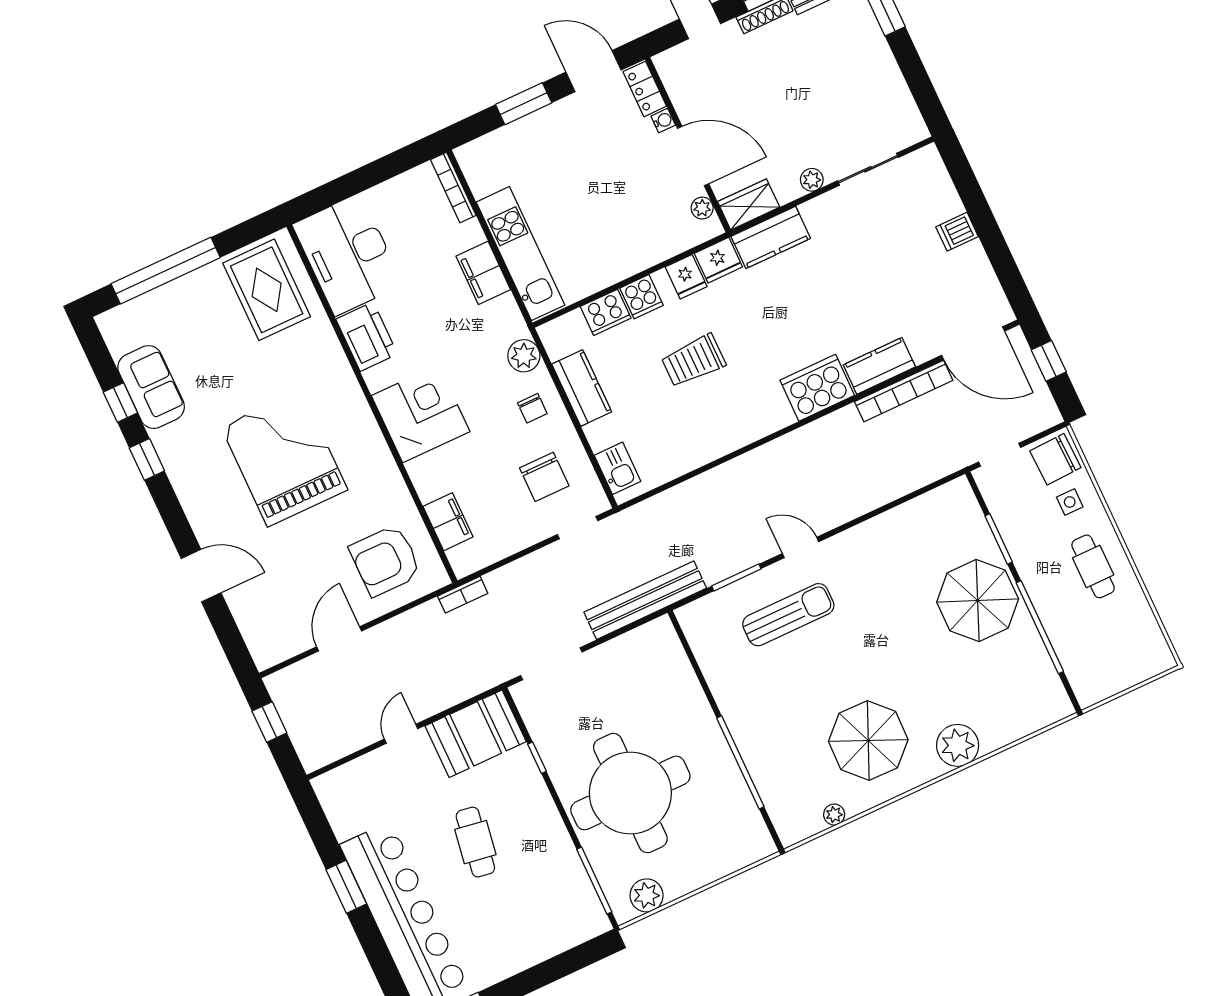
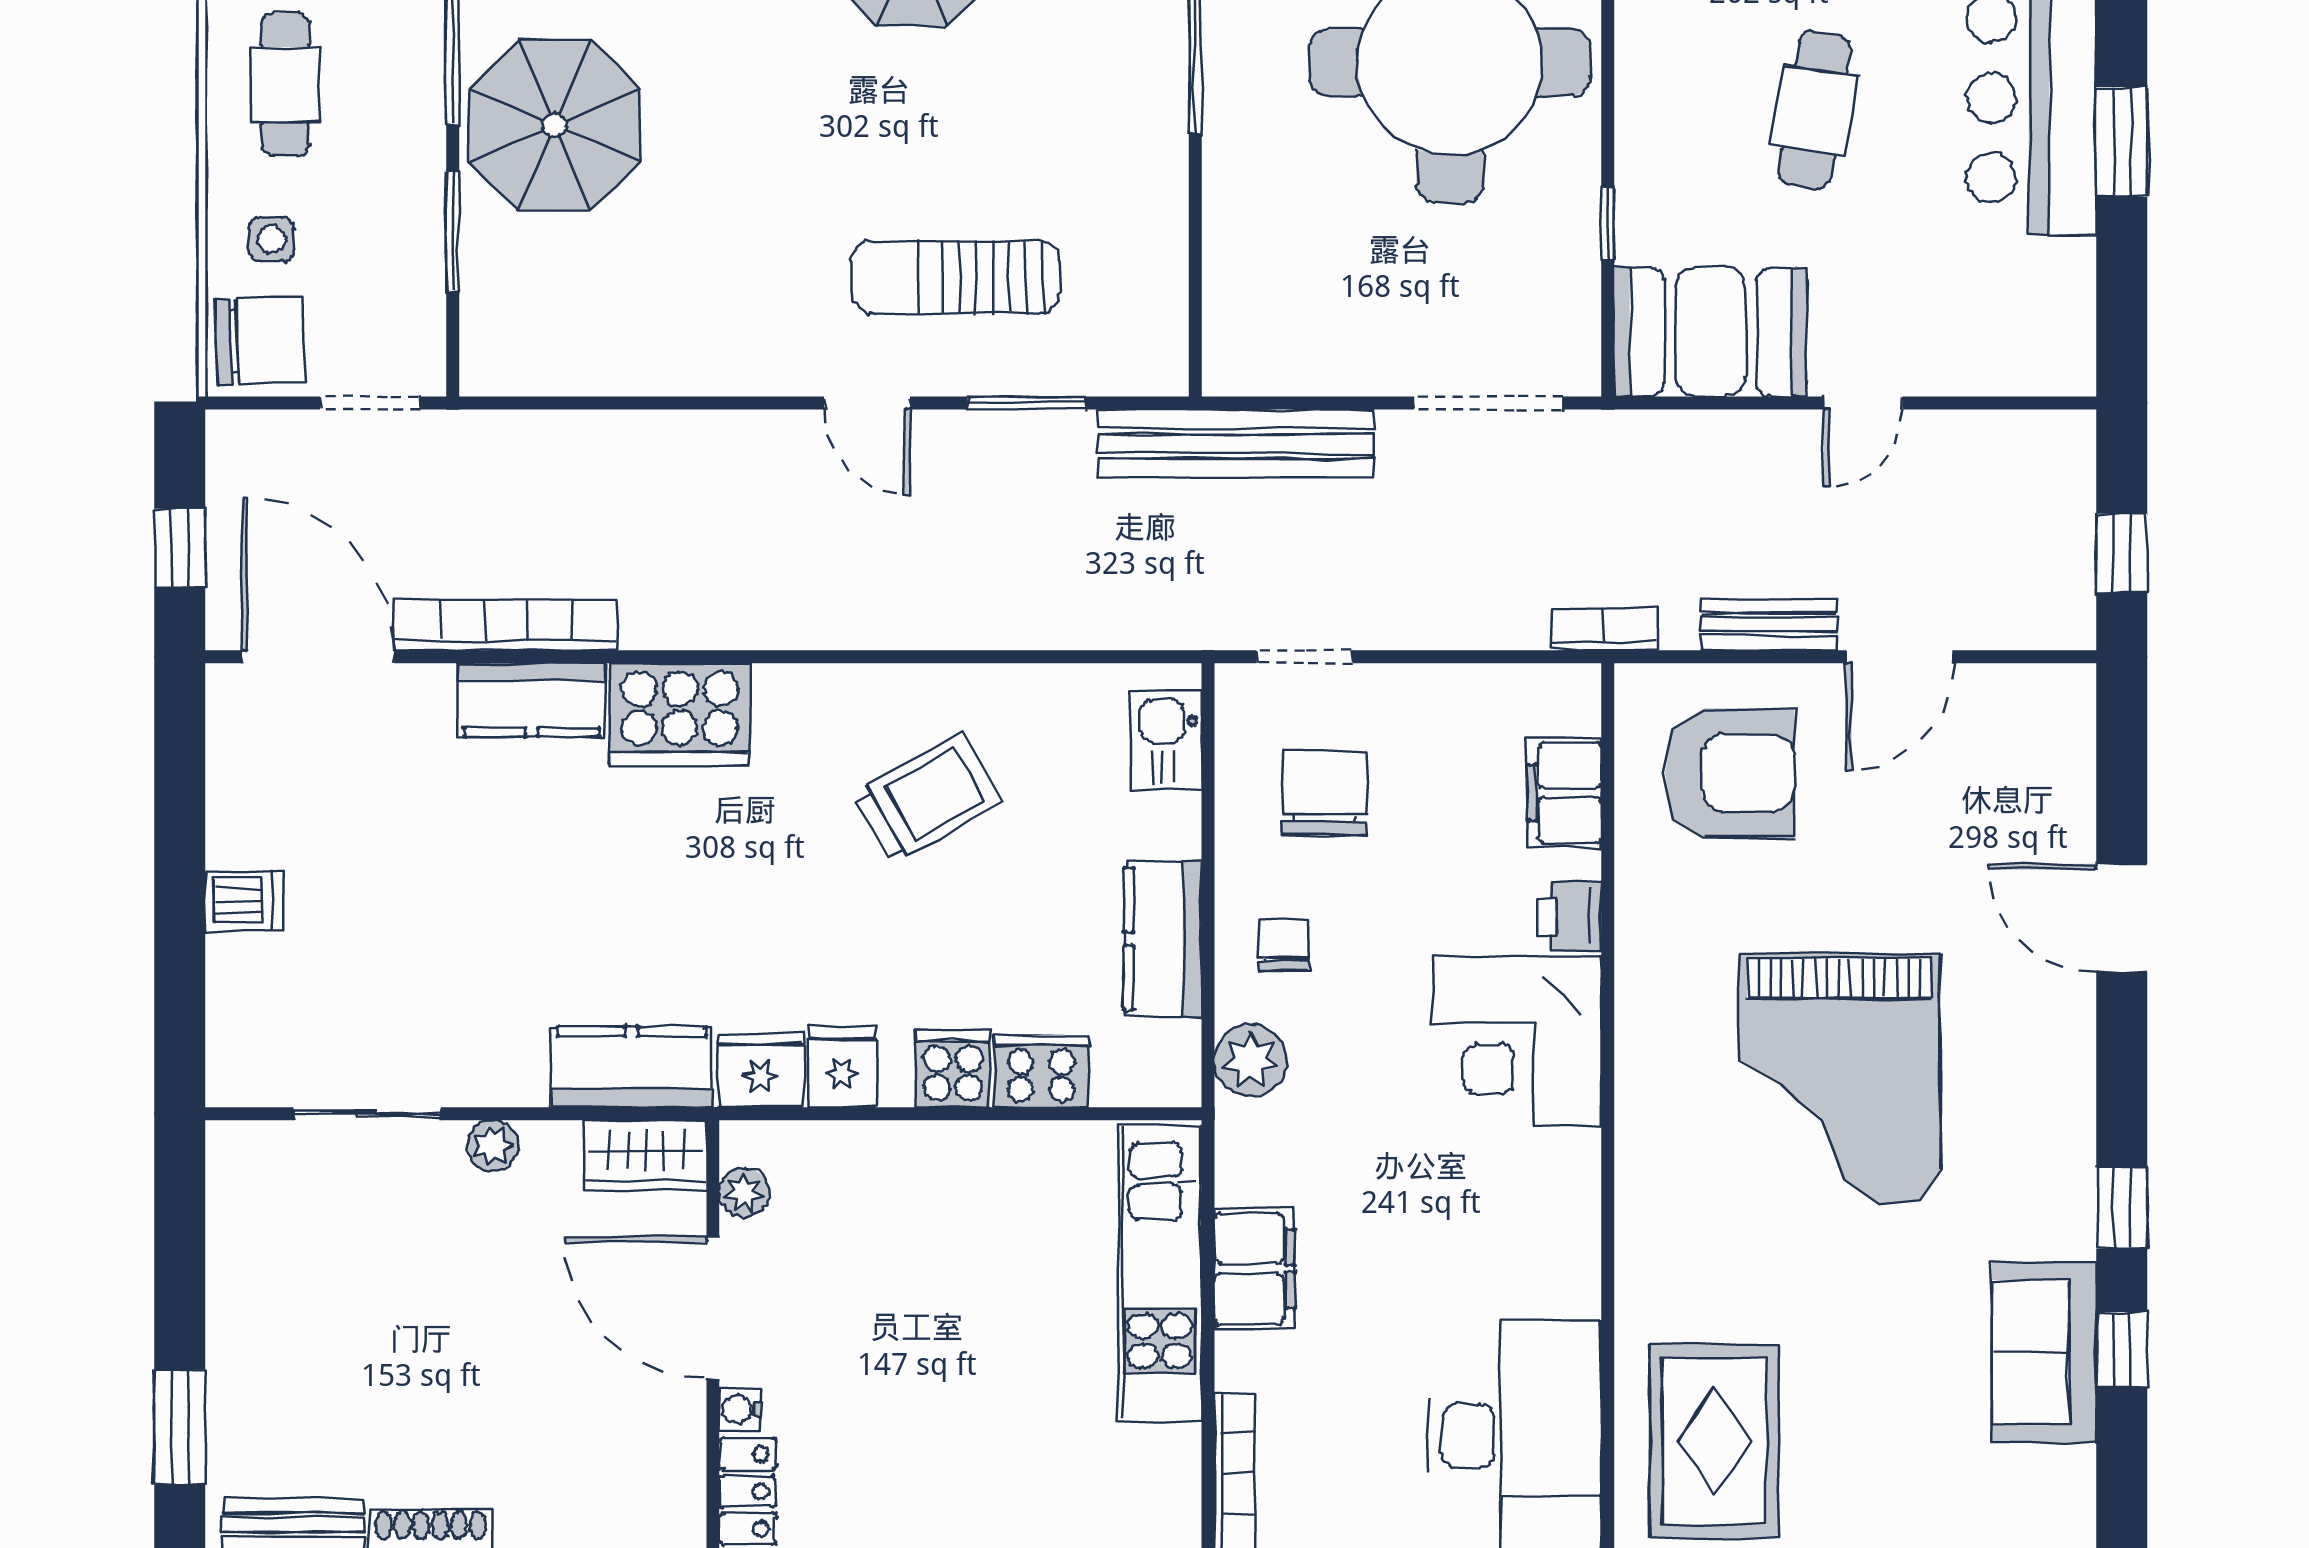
printer: (367, 337) -> (1570, 916), moved, width x0.53, depth x0.68
trolley: (693, 361) -> (927, 798), moved, turned -30
bench: (397, 627) -> (1769, 624), added

